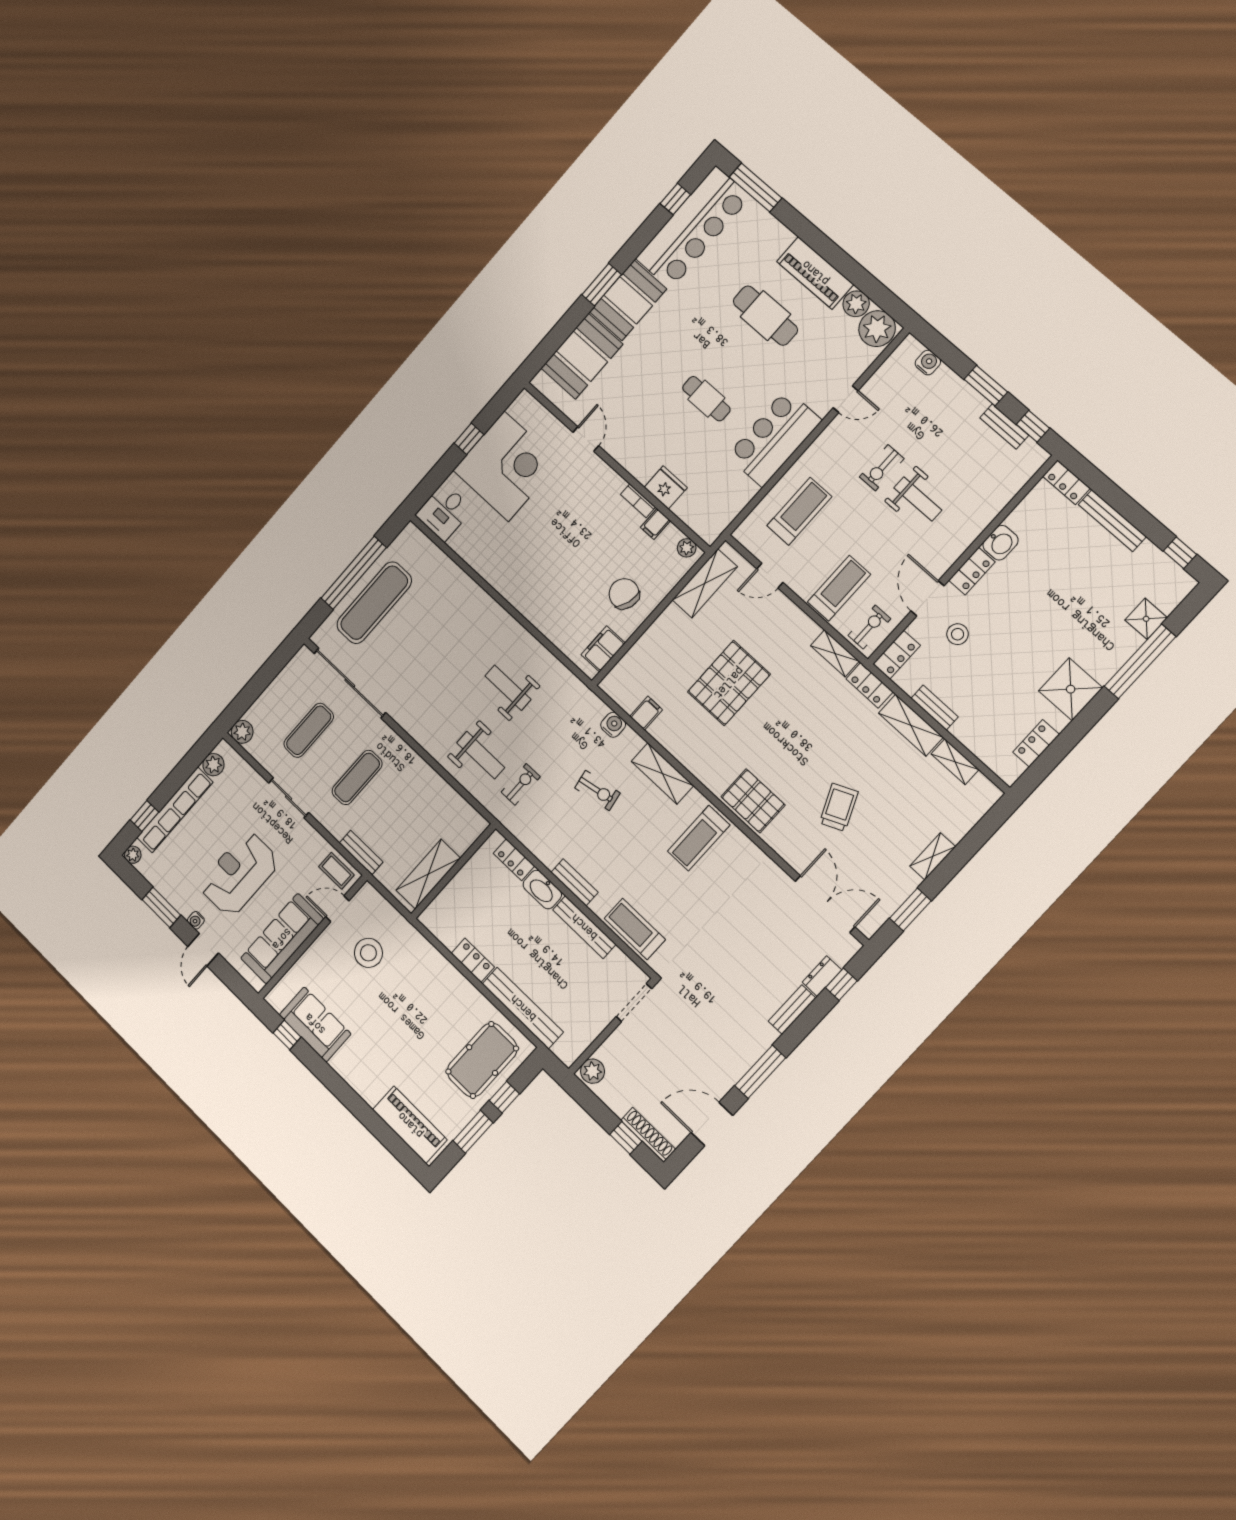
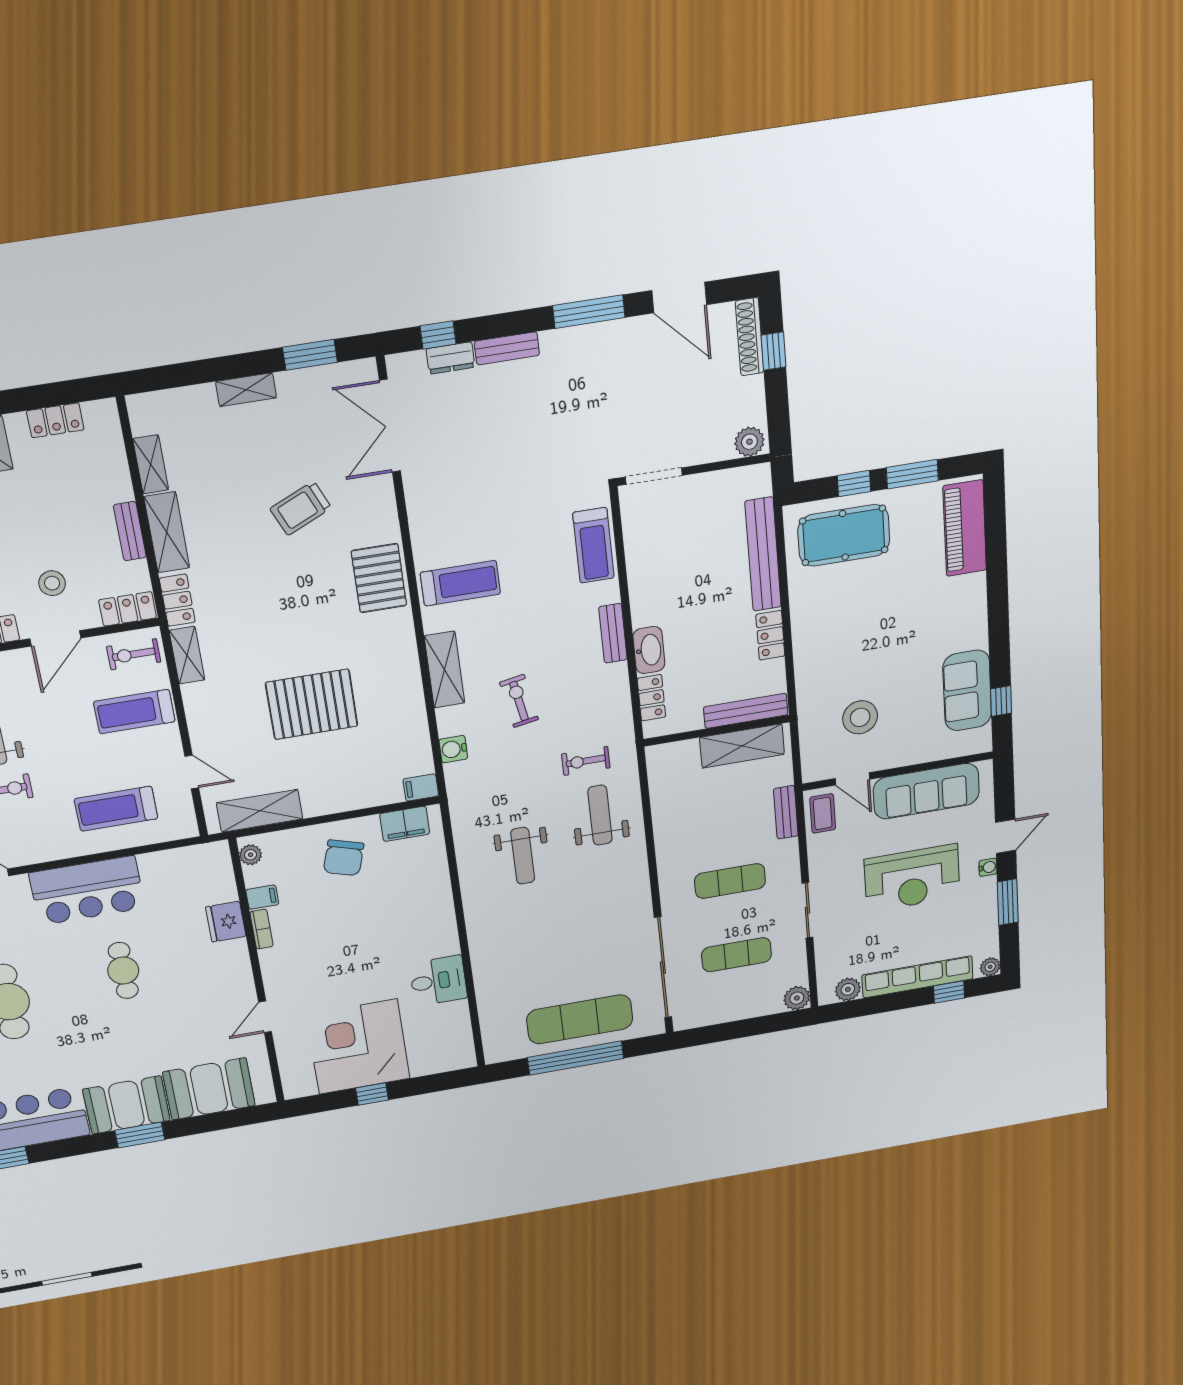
desk: (444, 512) -> (438, 981), moved
filing cabinet: (646, 713) -> (421, 787), moved
bench: (584, 927) -> (746, 711), moved, turned 90

